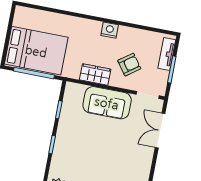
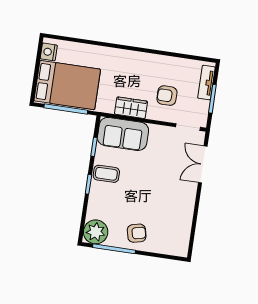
nightstand: (110, 30) -> (49, 52), moved, turned -90
armchair: (129, 65) -> (167, 96), turned -144
sofa: (107, 103) -> (123, 134), moved
coffee table: (69, 135) -> (106, 174), added

